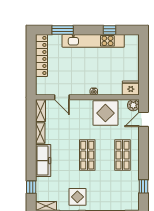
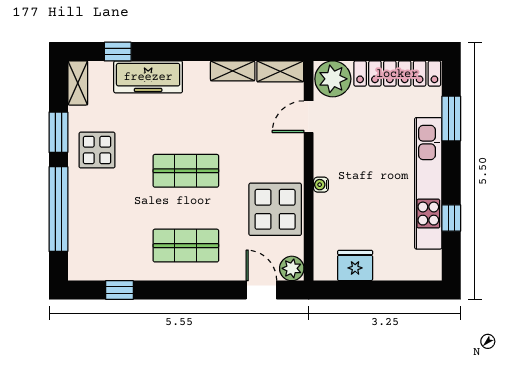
plant: (44, 86) -> (333, 79), added
fridge: (131, 88) -> (355, 266), moved, turned -90
freezer: (43, 161) -> (148, 77), moved

